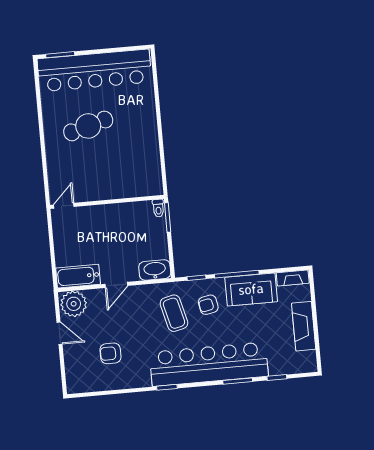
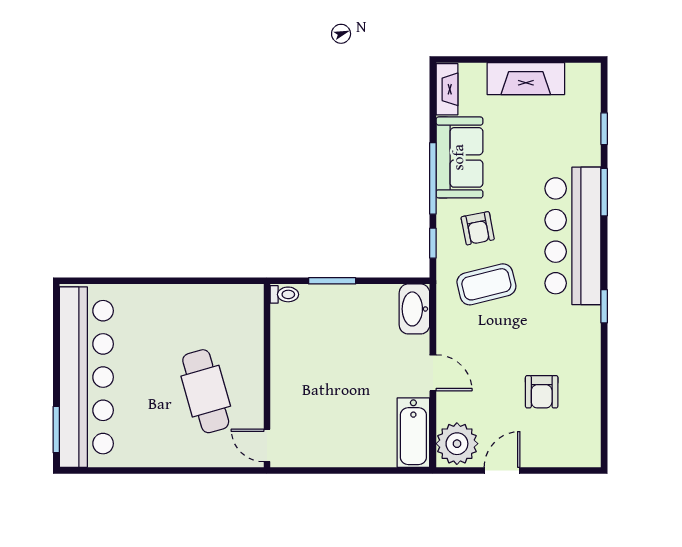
cafe table: (88, 126) -> (206, 391), moved
wall: (107, 202) -> (267, 376), moved
door: (64, 206) -> (267, 445), moved
toilet: (158, 208) -> (284, 294), moved
bar counter: (209, 364) -> (573, 236), width x0.73

